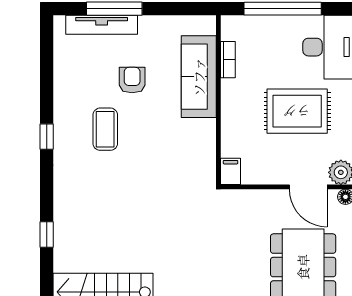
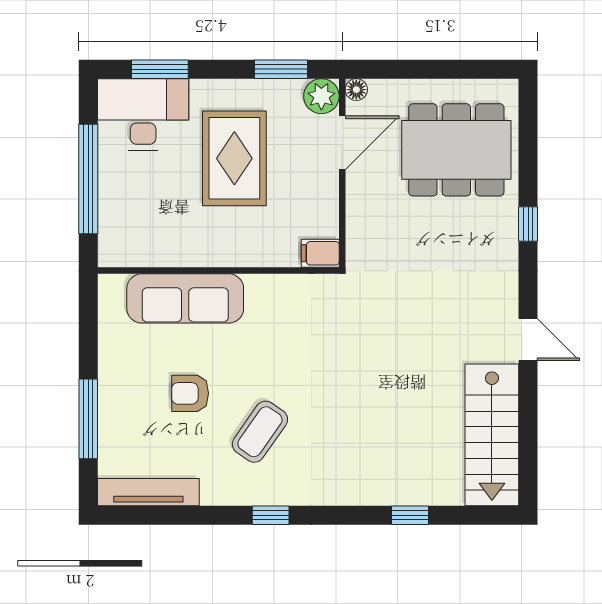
tv unit: (102, 25) -> (148, 492), moved, turned -90
bookcase: (228, 60) -> (161, 257), removed
coffee table: (105, 129) -> (260, 432), turned -55

